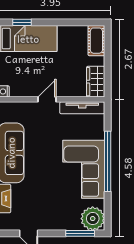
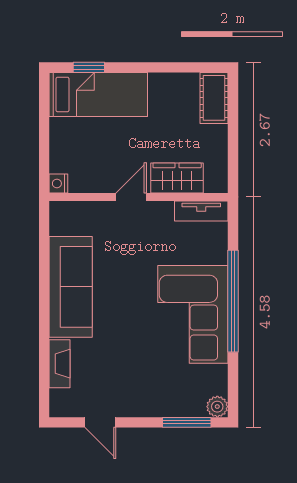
wardrobe: (96, 82) -> (177, 178), moved, turned 90
tv unit: (82, 108) -> (201, 211), width x0.71
plant: (93, 219) -> (217, 407), width x0.53, depth x0.53

